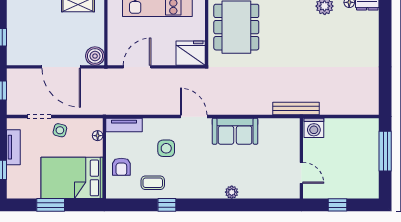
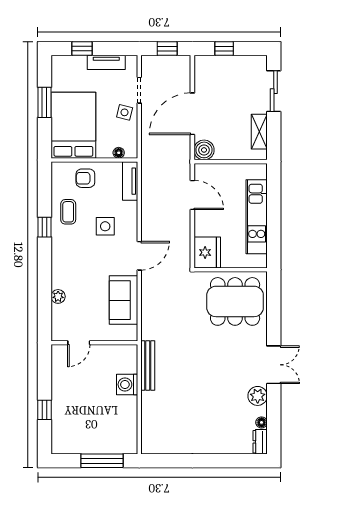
wall: (301, 158) -> (94, 343), moved
door: (301, 173) -> (79, 343), moved

